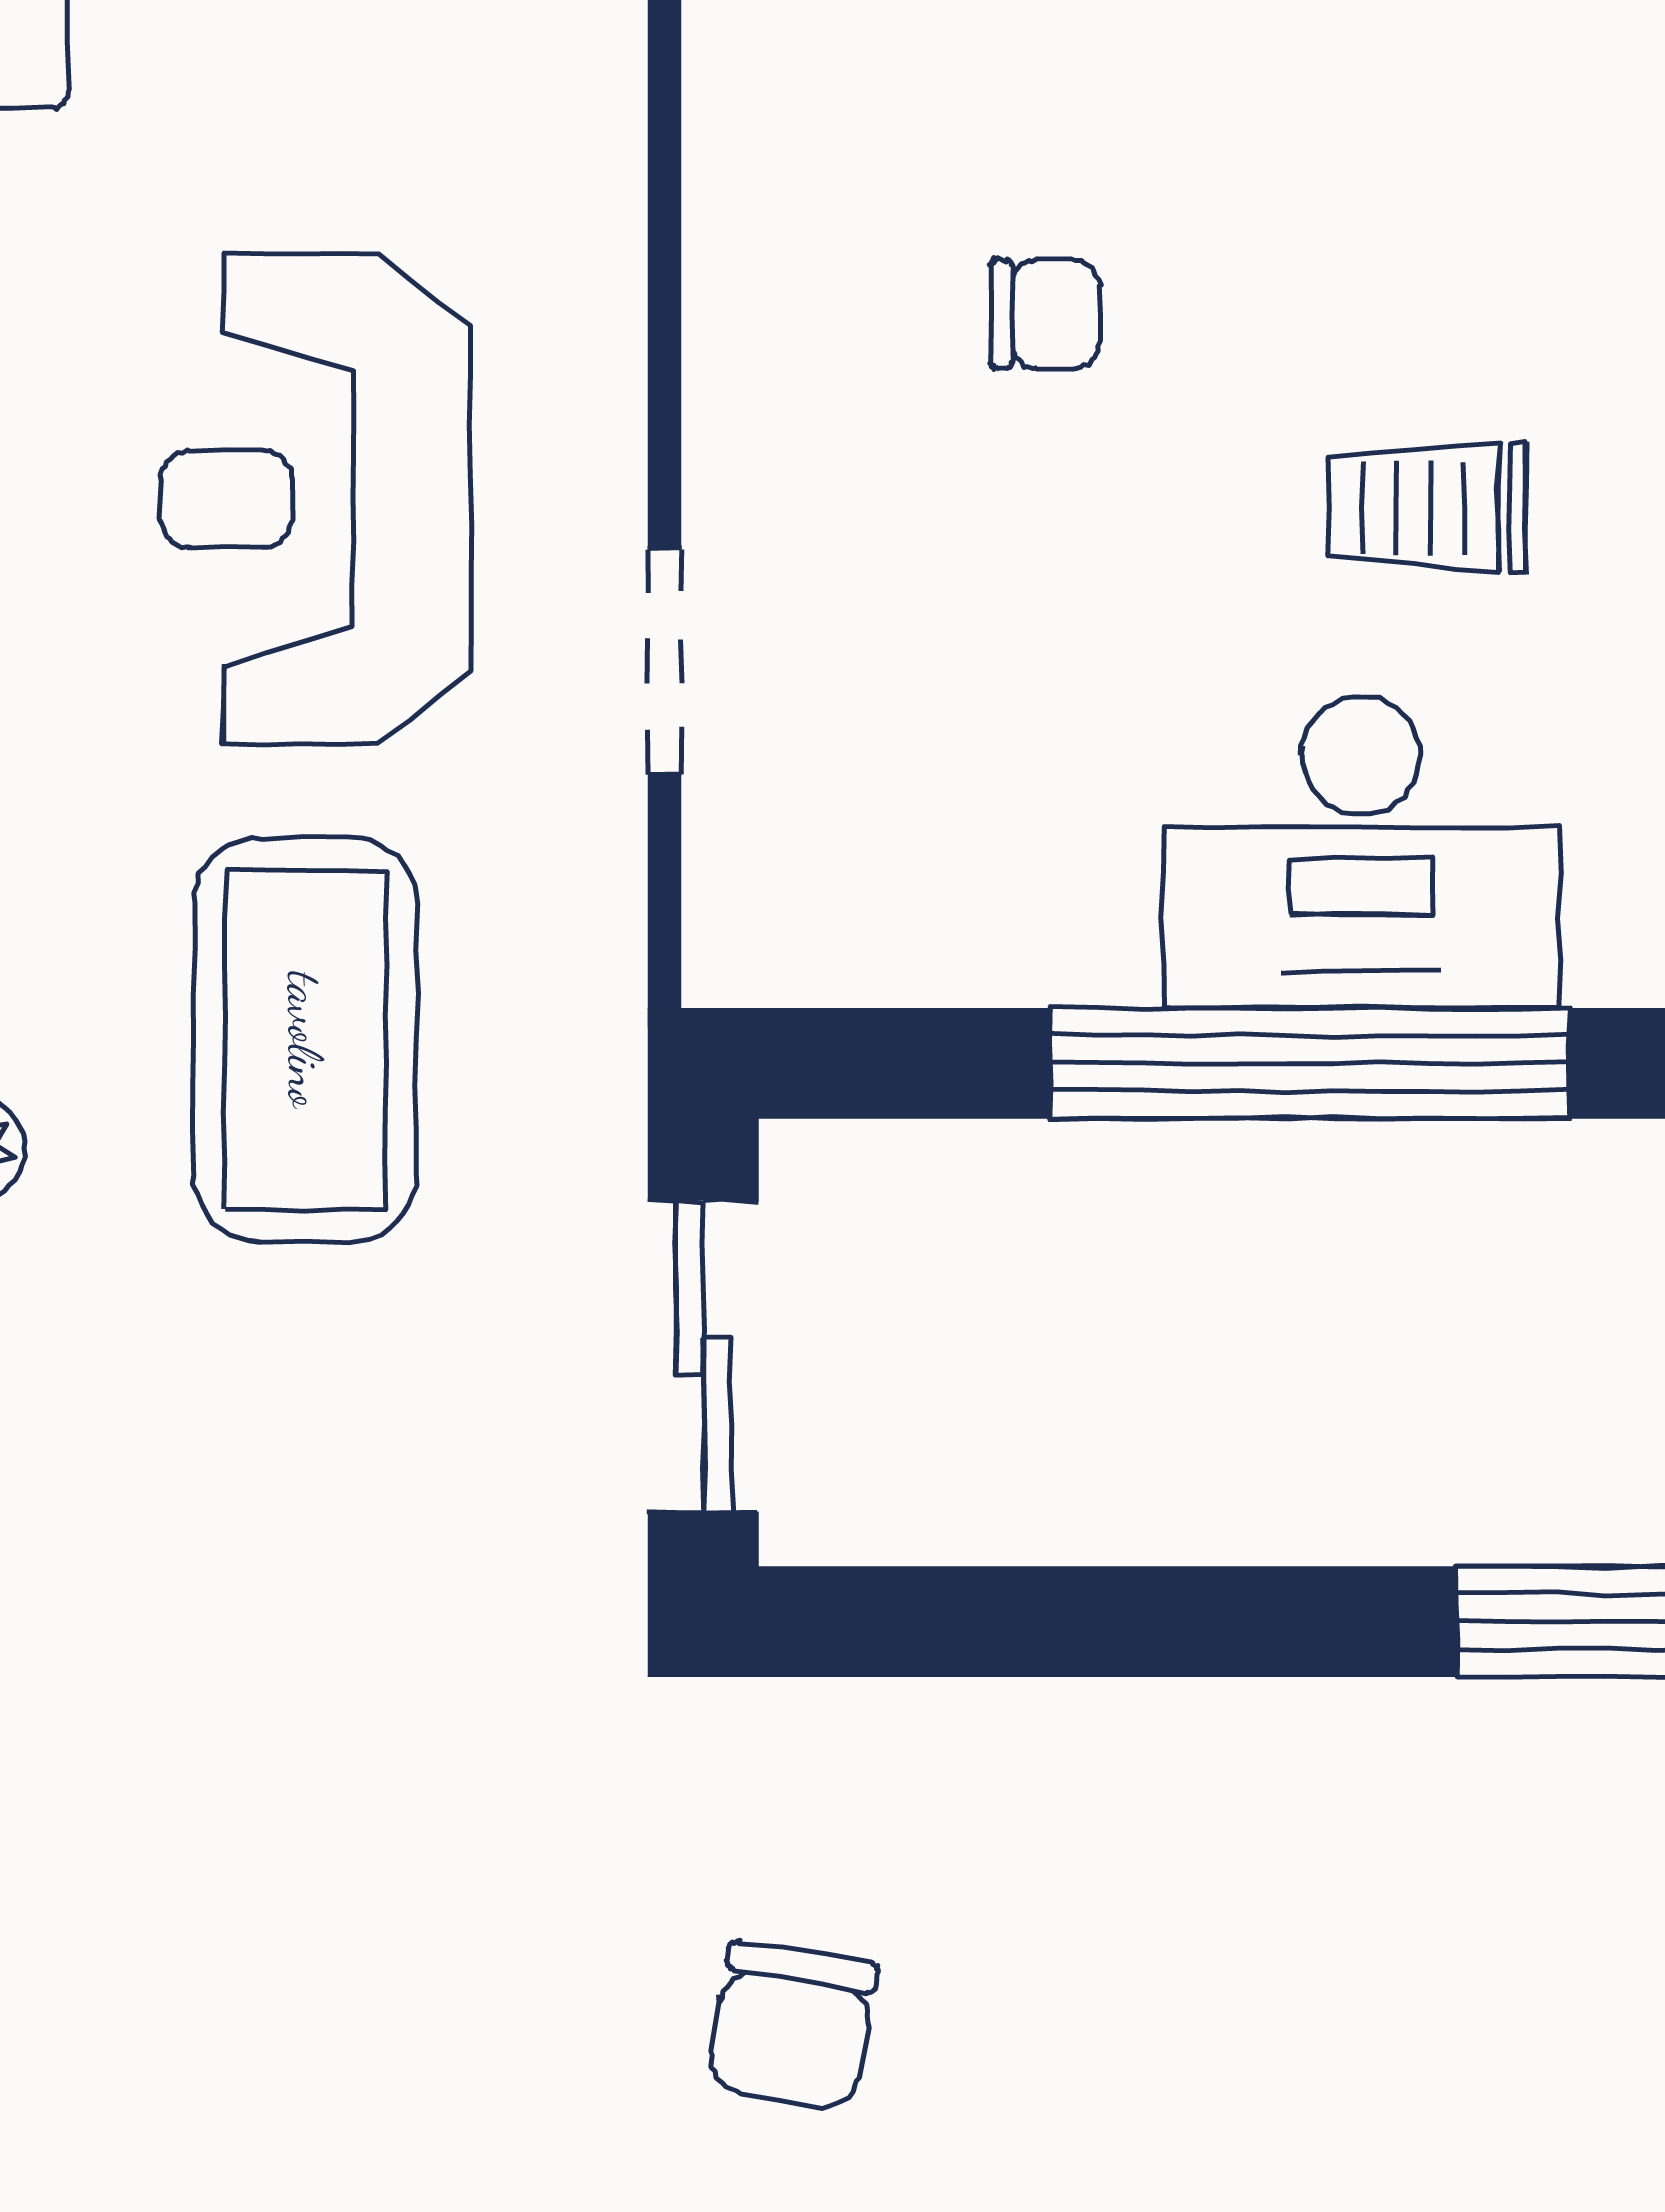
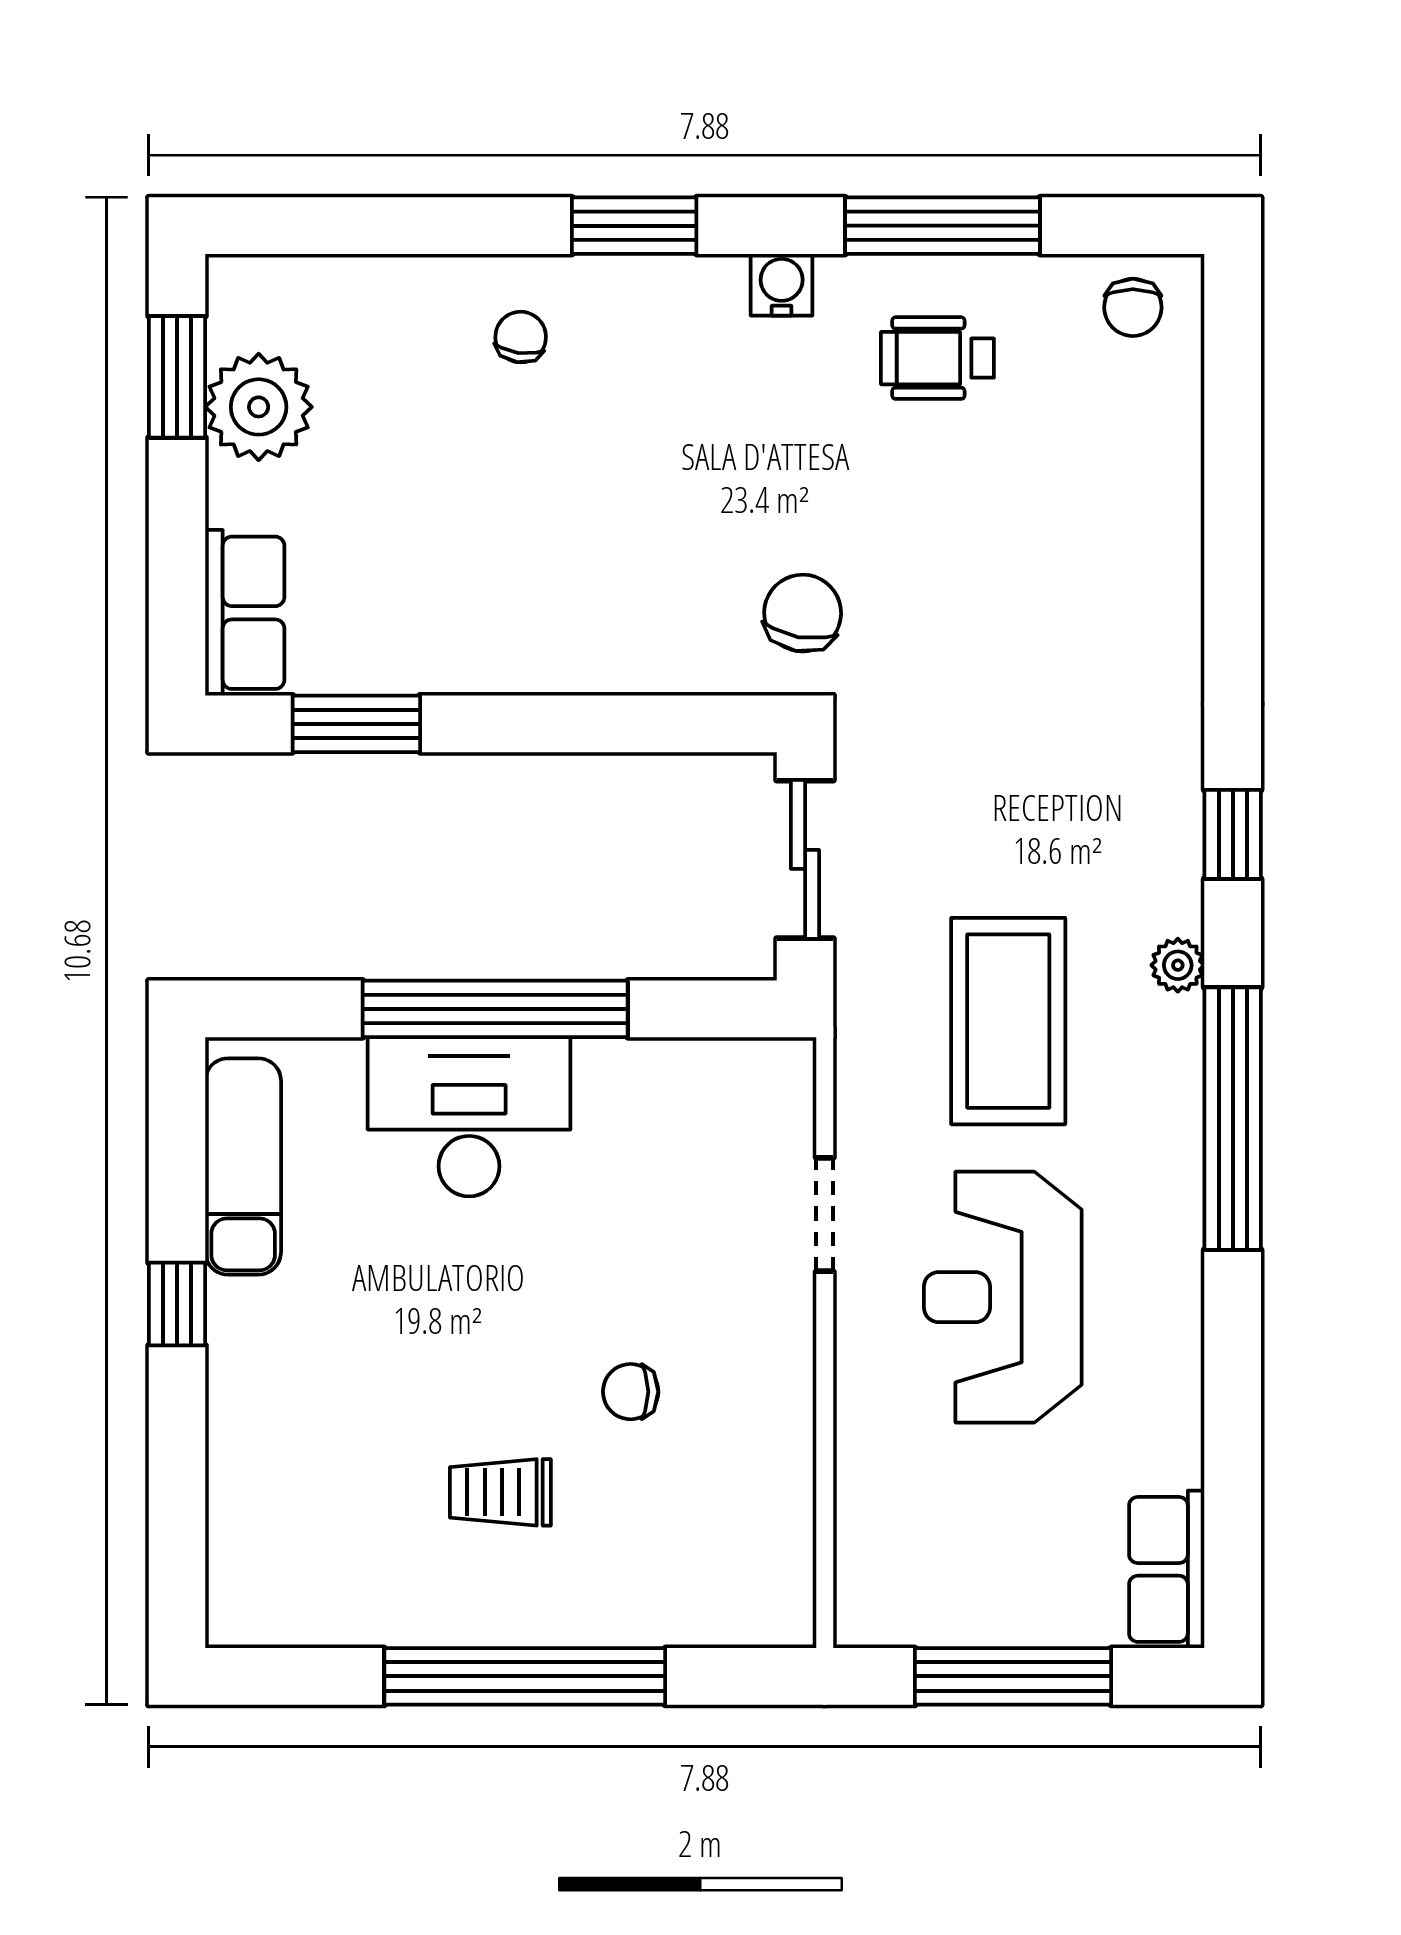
reception desk: (316, 499) -> (1003, 1297), turned 180
trolley: (1427, 508) -> (500, 1492), moved, turned 180
chair: (792, 2026) -> (803, 613), moved

